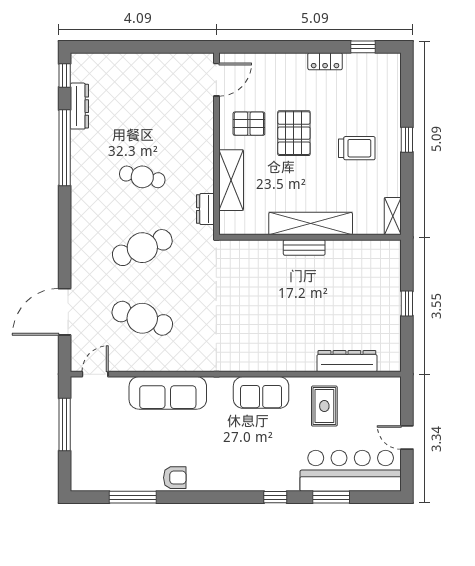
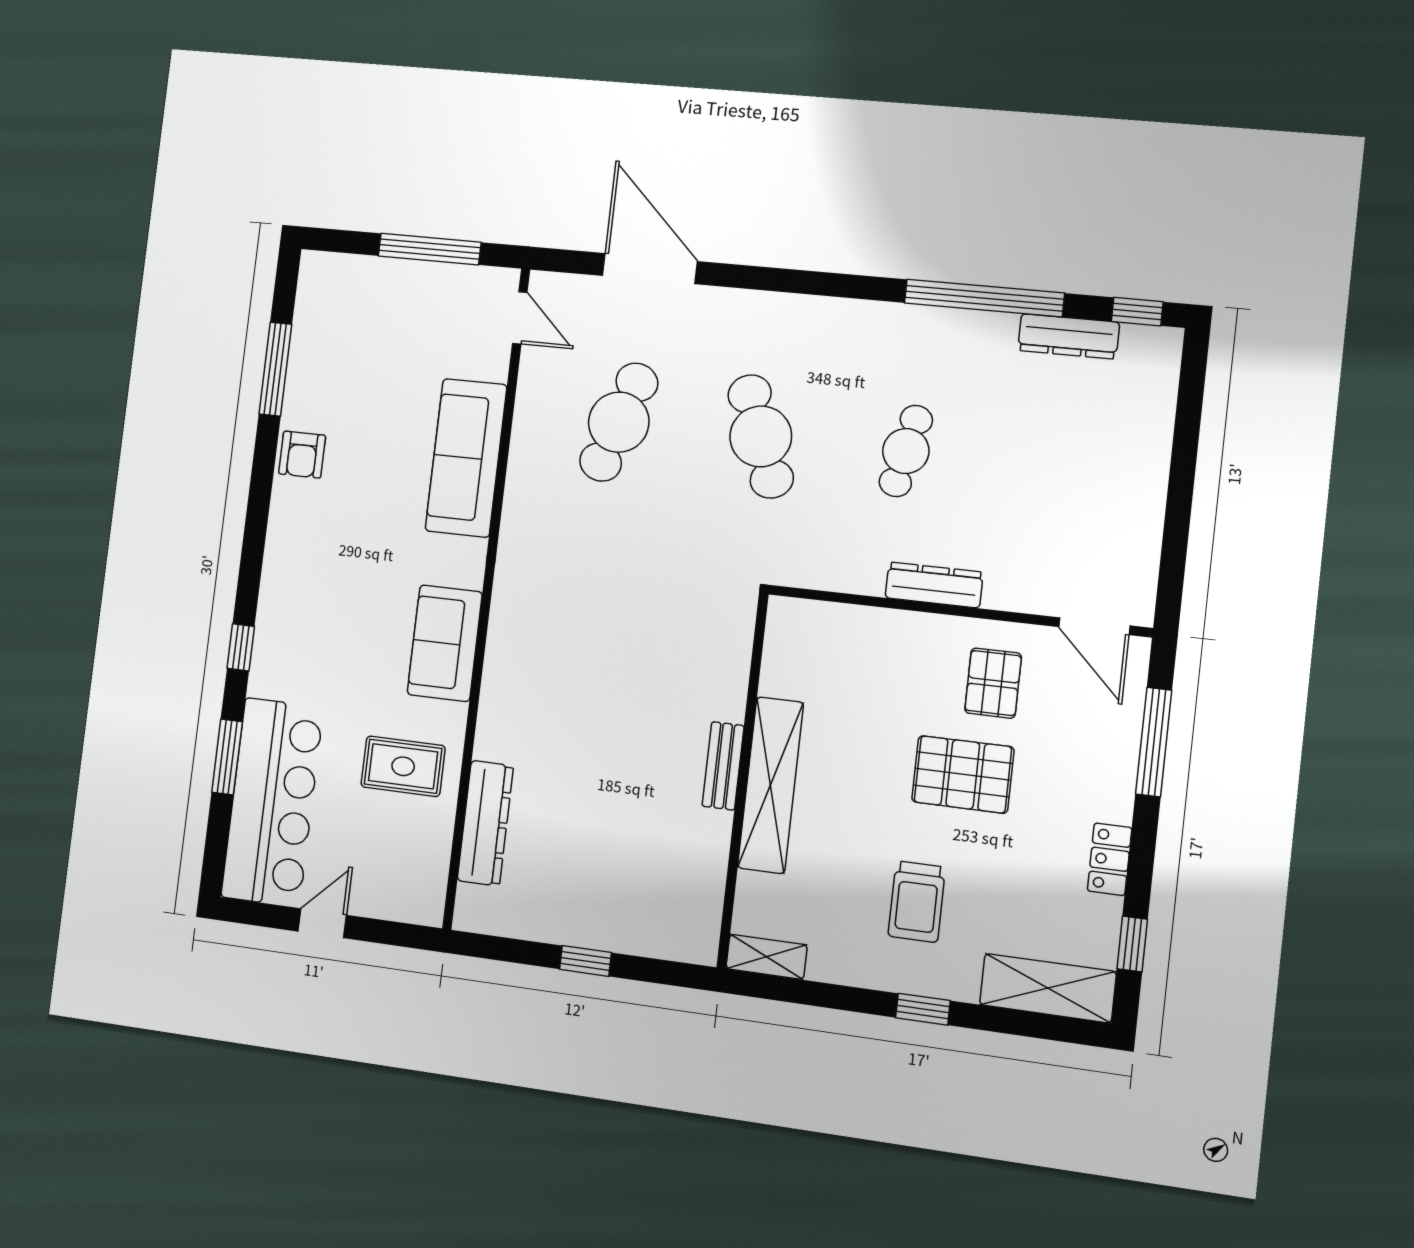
window: (268, 47) -> (1154, 742), added
shelving: (231, 180) -> (1048, 988), moved
dresser: (205, 209) -> (934, 585), moved, width x1.44

